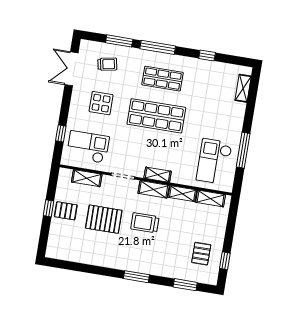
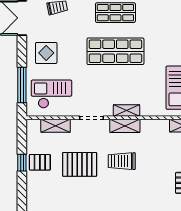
display table: (101, 103) -> (46, 53), moved
window: (61, 133) -> (22, 85), width x2.17
shelving: (182, 194) -> (155, 125), removed

